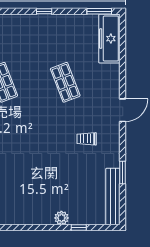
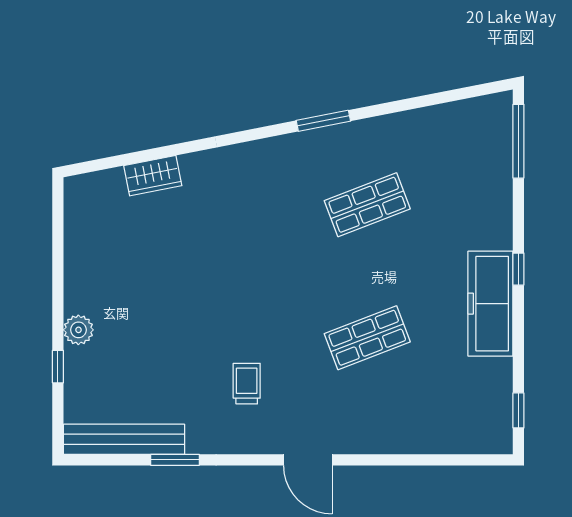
window: (44, 11) -> (518, 269), moved
window: (99, 11) -> (518, 410), width x0.67
freezer: (109, 39) -> (490, 304), moved, turned -90

